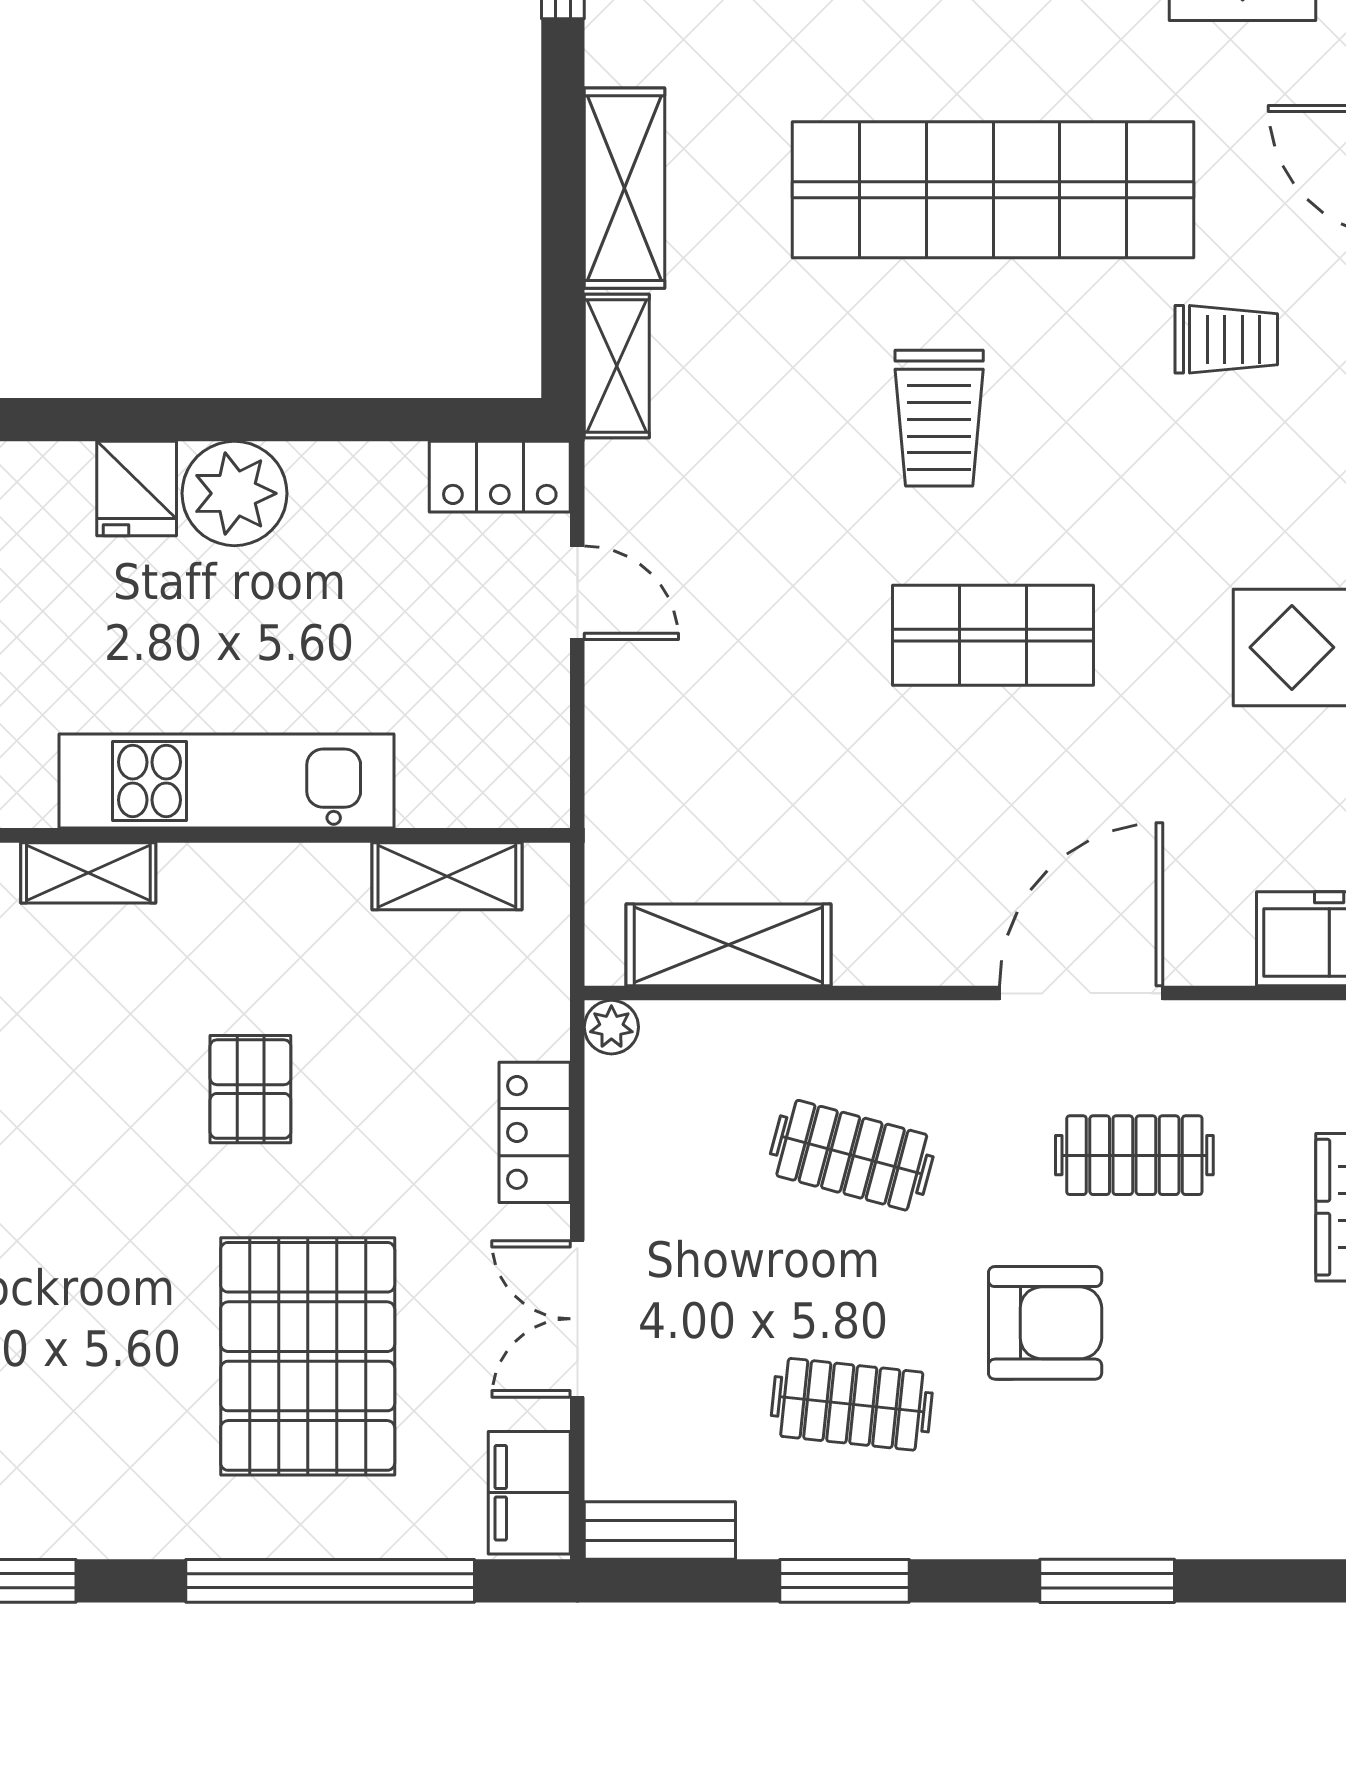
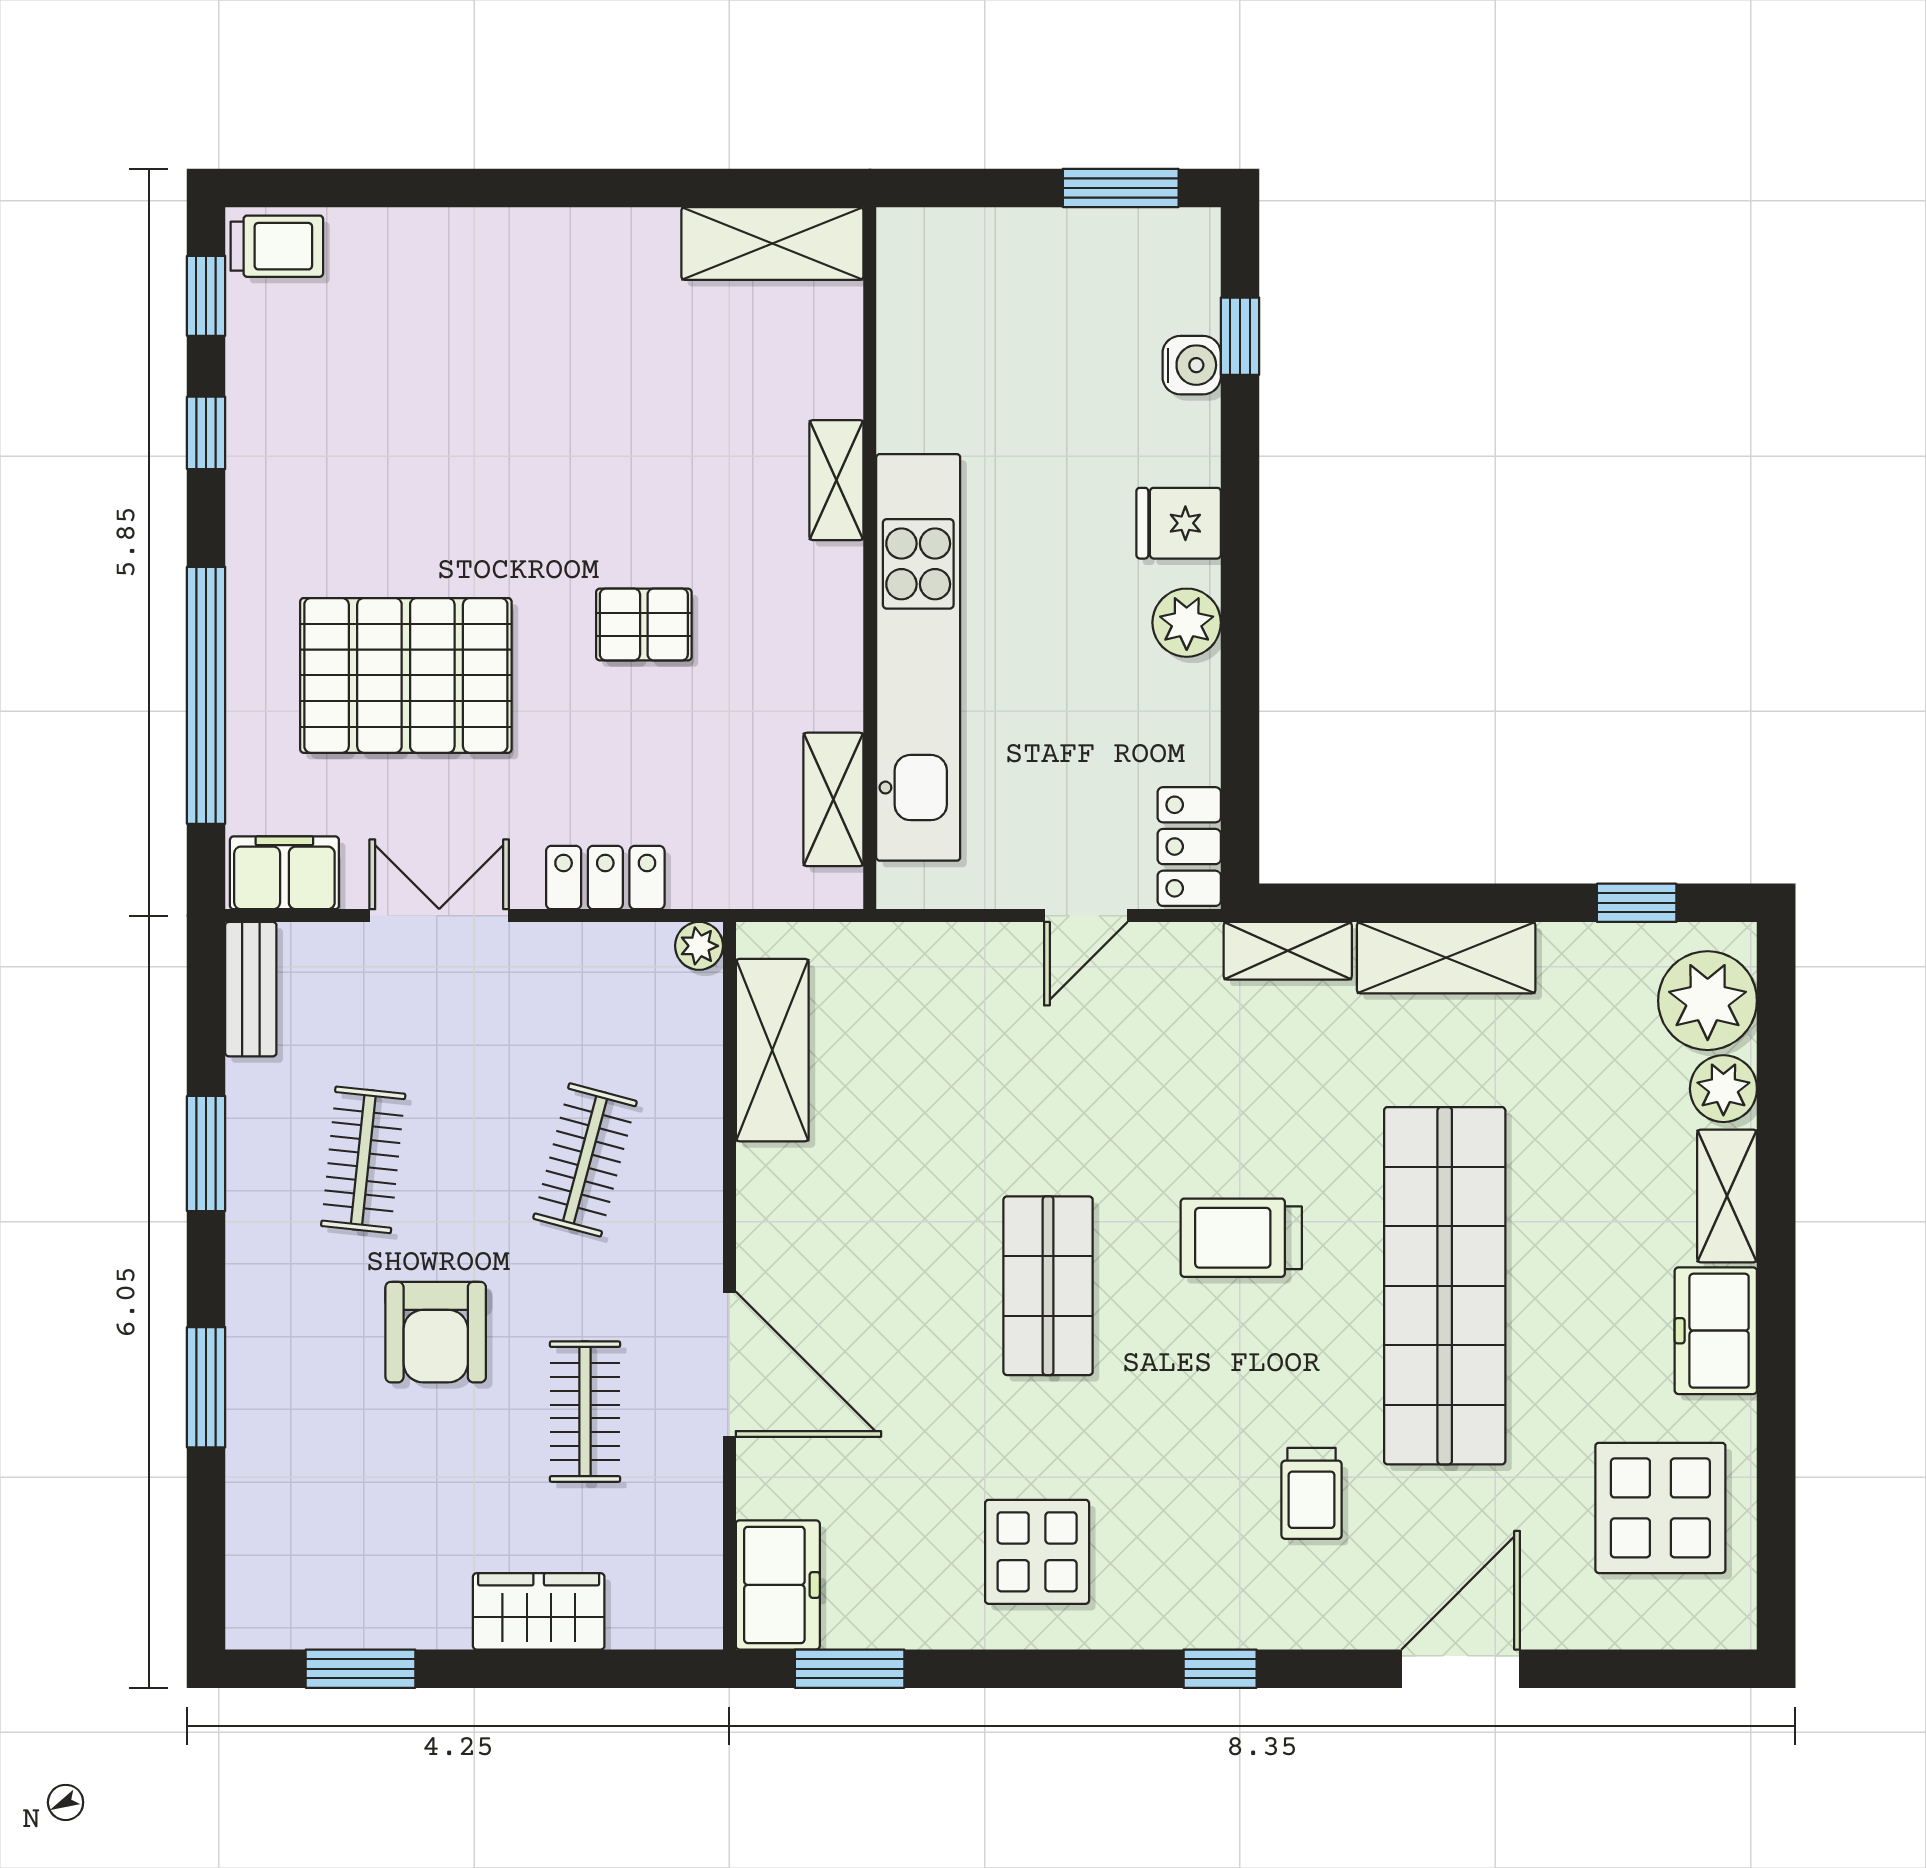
plant: (234, 493) -> (1187, 623), width x0.73, depth x0.73
kitchen unit: (227, 781) -> (918, 657), width x1.36

